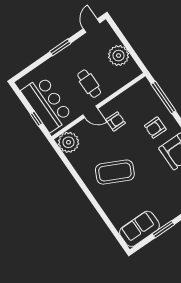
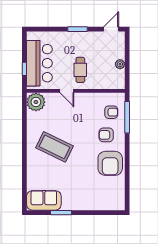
plant: (119, 56) -> (120, 64), width x0.53, depth x0.53
armchair: (116, 121) -> (111, 112), moved

